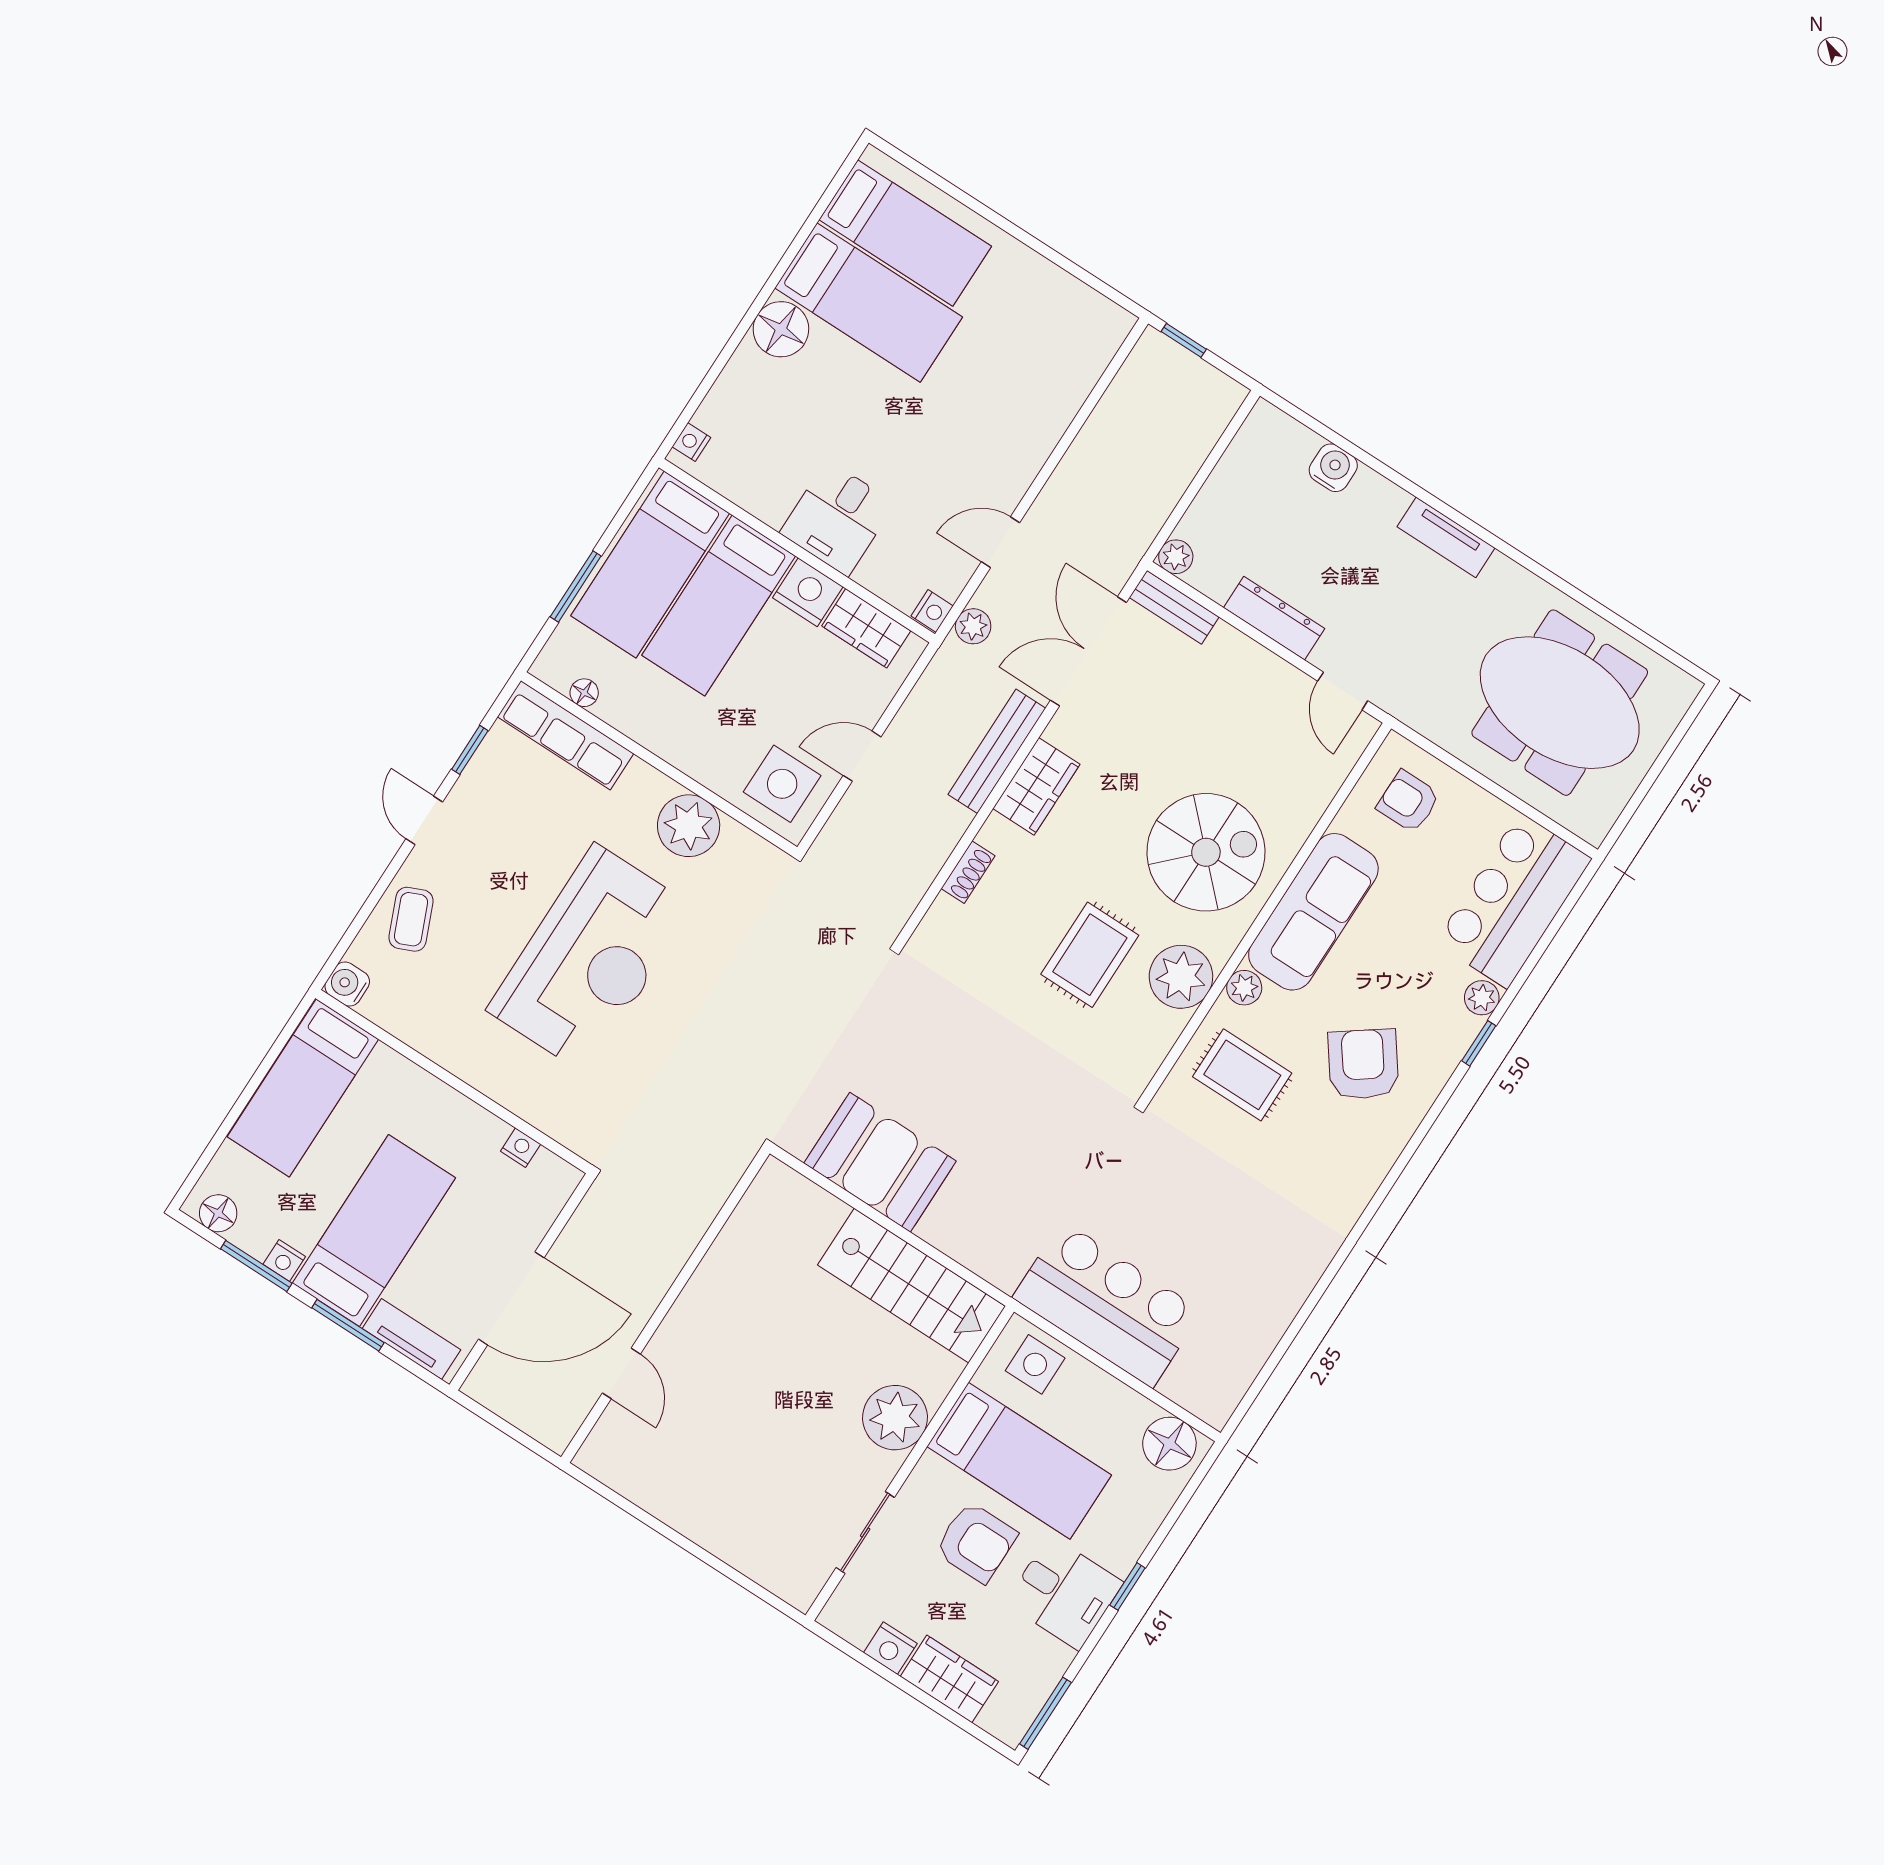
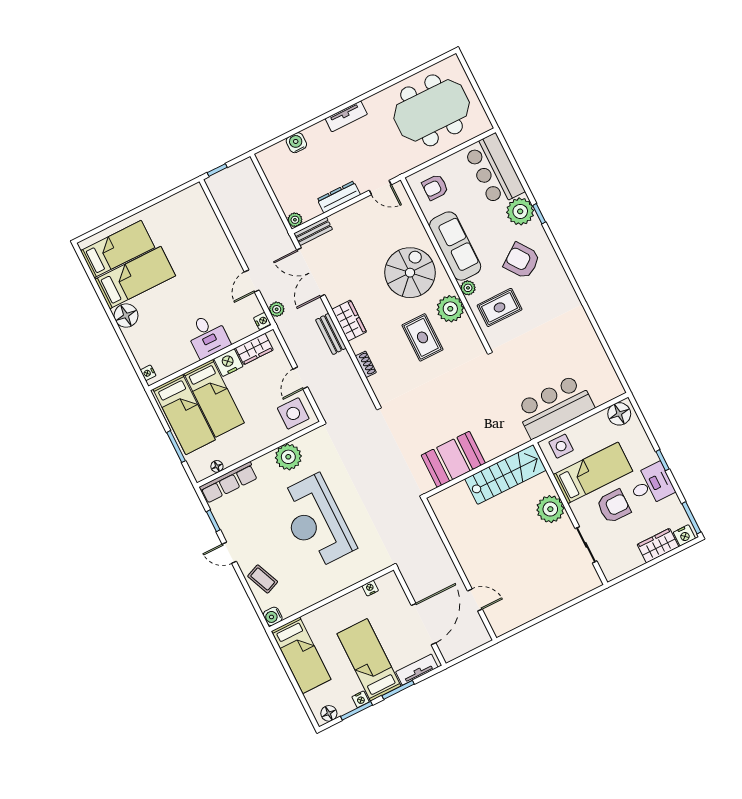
bench: (997, 751) -> (331, 334), width x0.73
reception desk: (590, 959) -> (316, 522), turned 180
plant: (1482, 998) -> (520, 211), width x1.87, depth x1.87
nightstand: (890, 1648) -> (684, 535), moved

